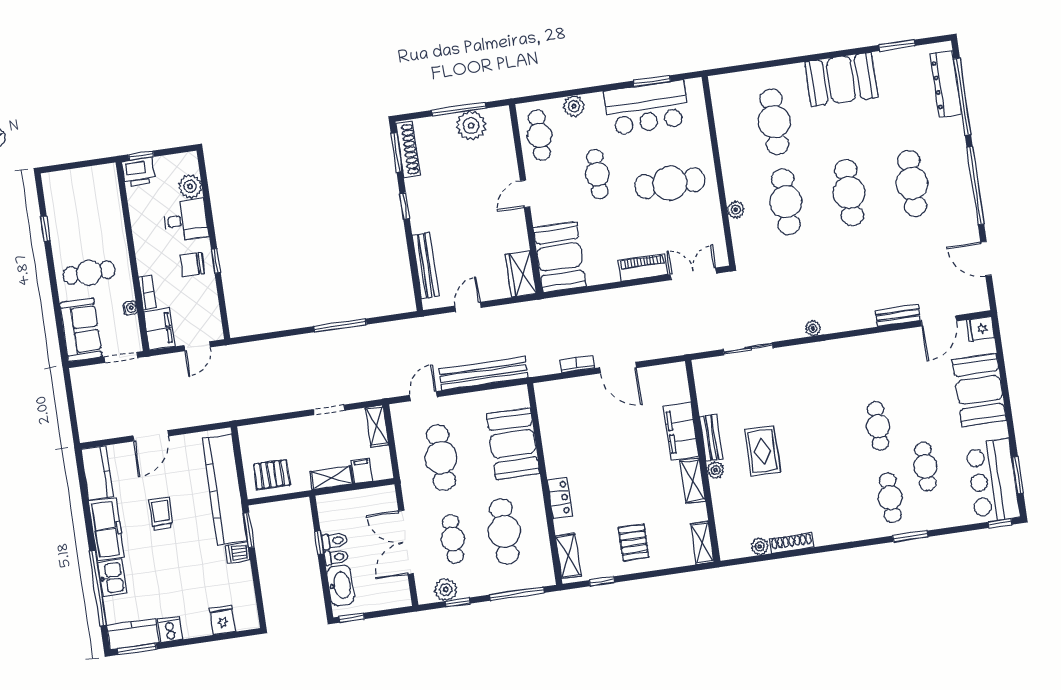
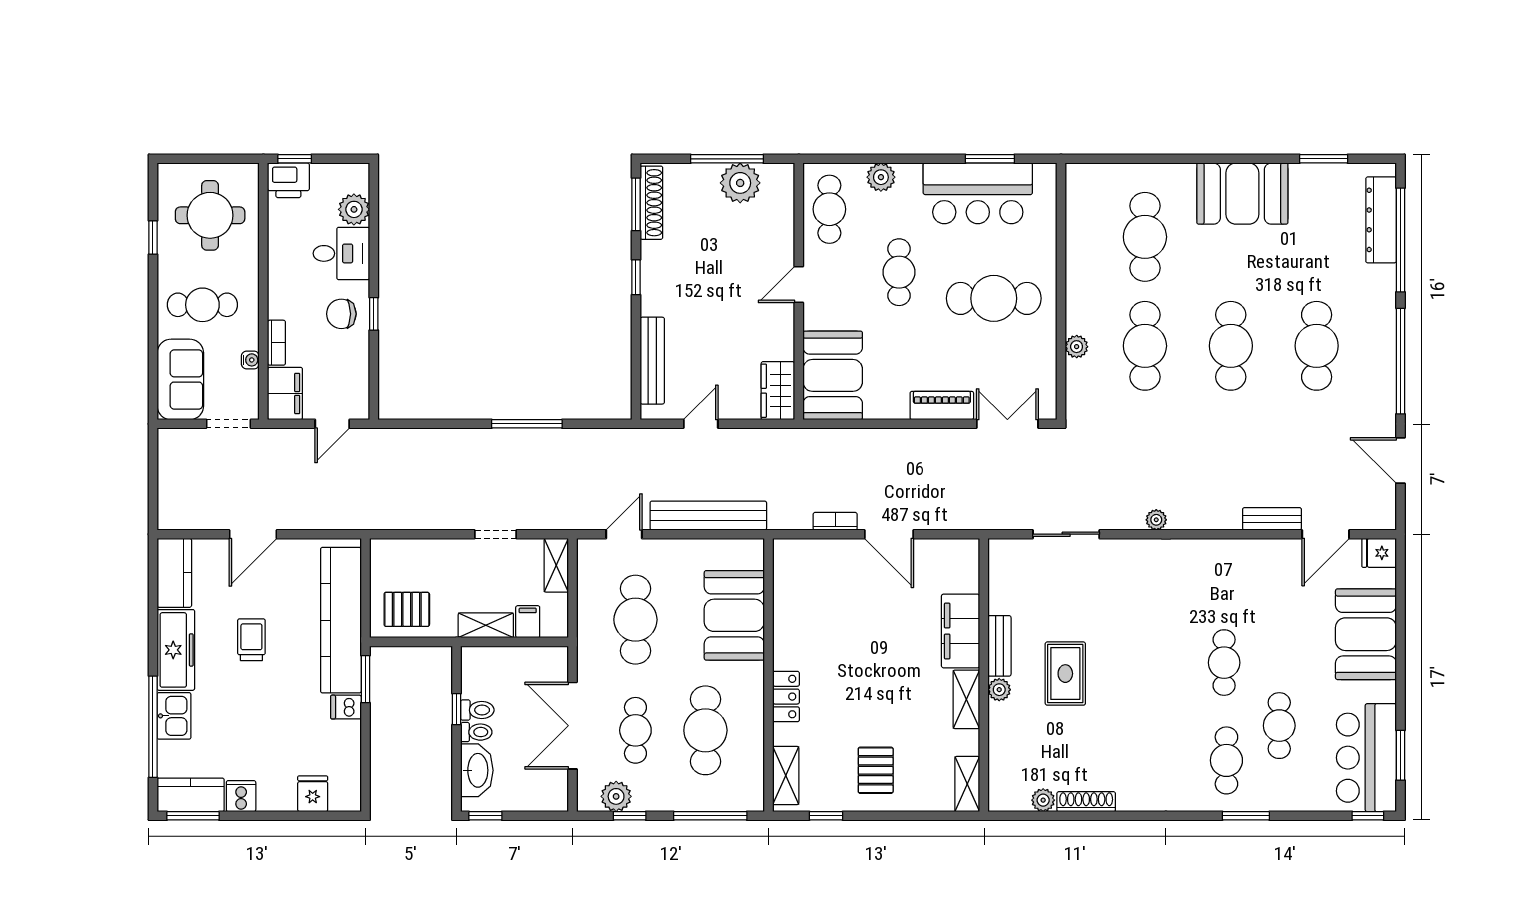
round table: (85, 206) -> (210, 215), added

